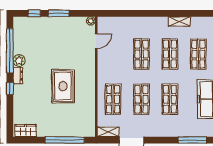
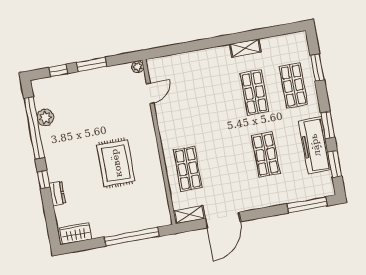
shelving: (179, 21) -> (245, 48), moved
shop shelf: (141, 54) -> (215, 100), removed
plant: (19, 60) -> (45, 117), moved
dresser: (18, 76) -> (57, 193), moved
shop shelf: (141, 99) -> (227, 162), removed

